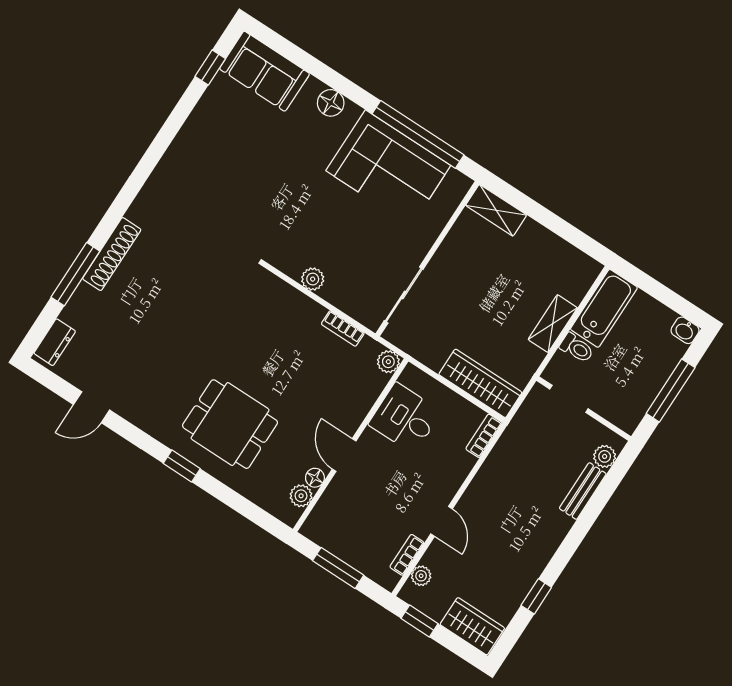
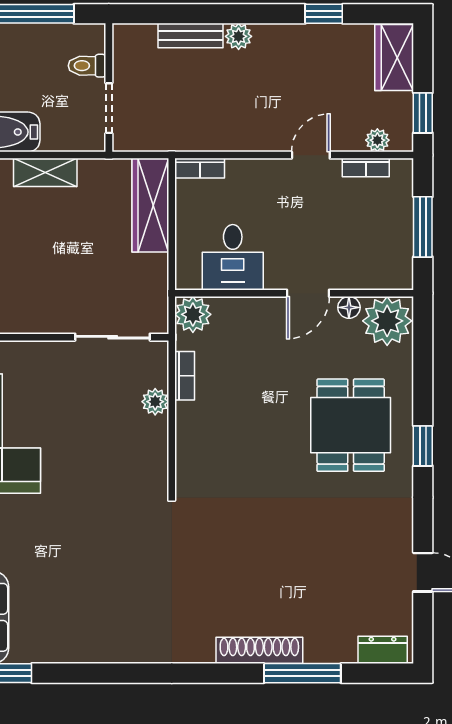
plant: (313, 279) -> (155, 402), moved
toilet: (577, 348) -> (87, 66), moved, turned -90
plant: (388, 362) -> (193, 314), width x1.38, depth x1.38
plant: (605, 456) -> (239, 36), moved
plant: (301, 496) -> (387, 321), width x1.88, depth x1.88

